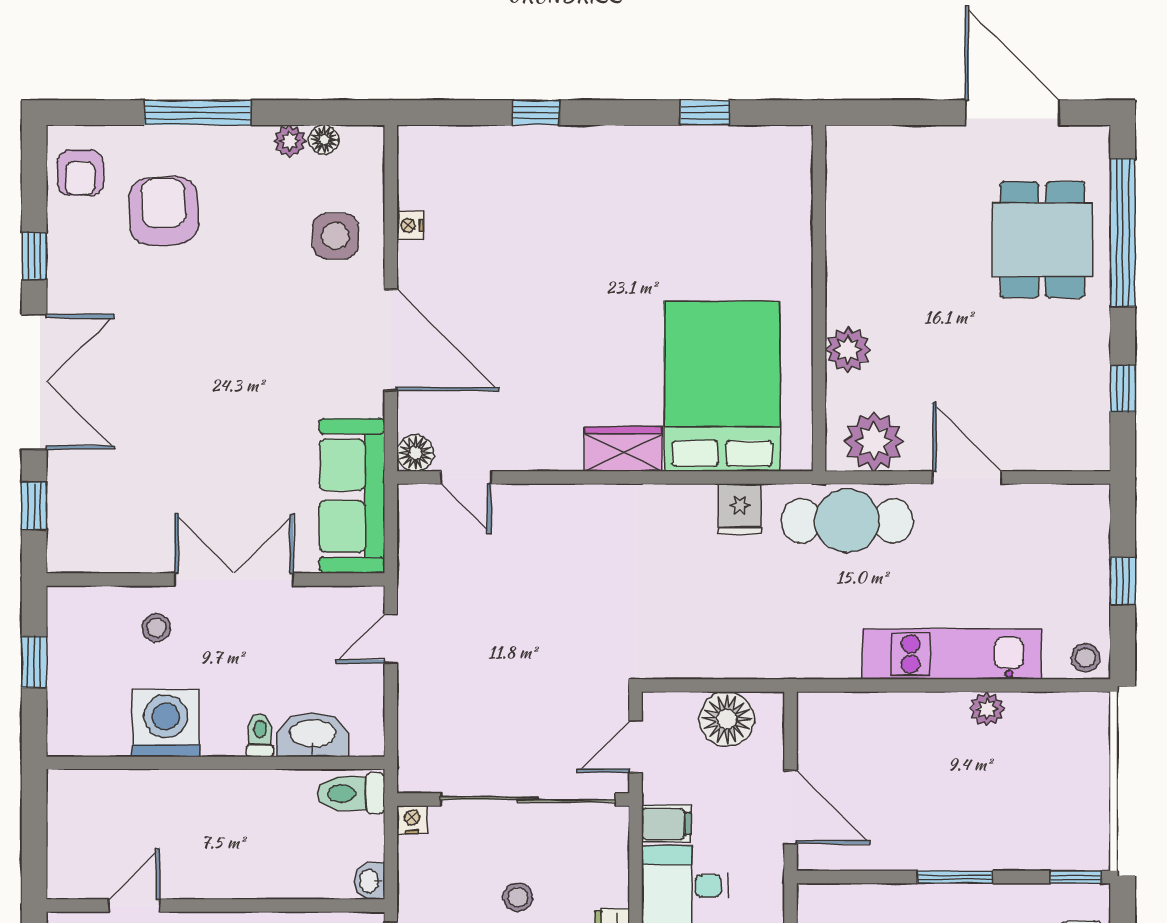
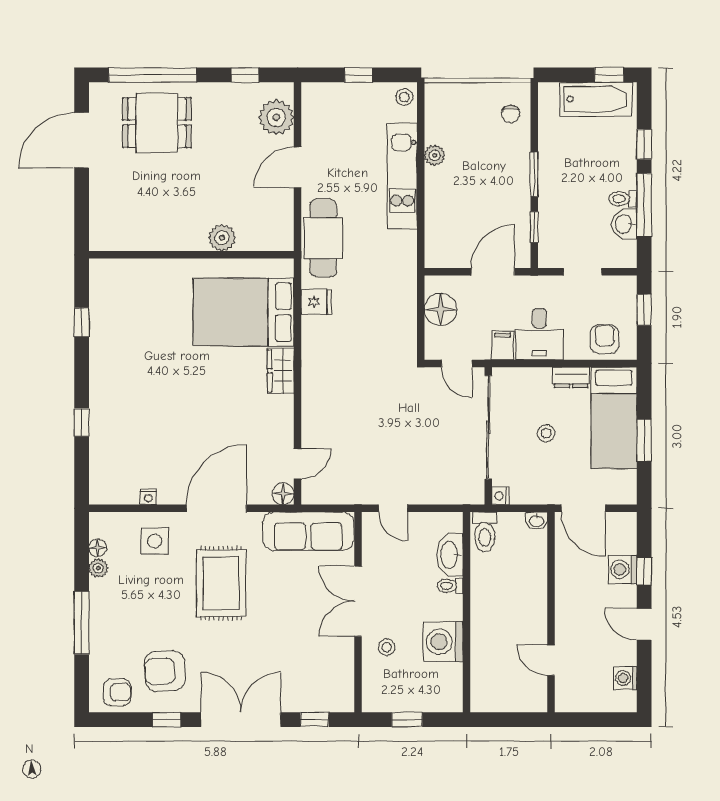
armchair: (164, 211) -> (165, 671), moved
rug: (264, 348) -> (221, 583), added
plant: (874, 441) -> (276, 117), moved
chair: (1057, 837) -> (511, 114), added
window: (1076, 877) -> (534, 227), moved

